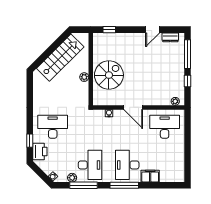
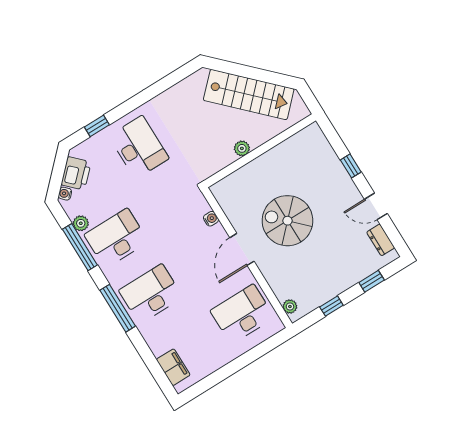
window: (109, 30) -> (351, 166), moved
window: (188, 54) -> (372, 281), width x0.46
spiral stairs: (109, 75) -> (287, 221), moved, turned 180
desk: (165, 127) -> (242, 314), turned -90
printer: (40, 152) -> (76, 173), moved, turned -45
desk: (90, 165) -> (116, 238), turned 180
filing cabinet: (150, 176) -> (173, 367), moved

